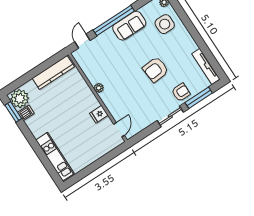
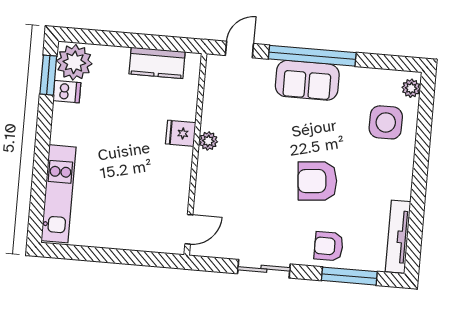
sofa: (129, 26) -> (307, 80), moved
kitchen counter: (53, 73) -> (157, 63), width x0.67
armchair: (181, 92) -> (329, 246), turned 180
fridge: (99, 114) -> (181, 133), moved
sliding door: (170, 116) -> (264, 269), moved

